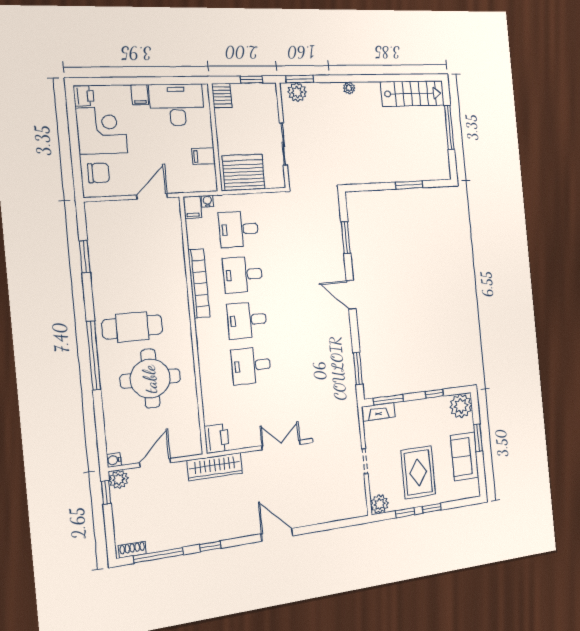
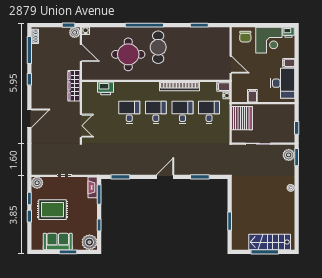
stairs: (413, 93) -> (270, 242), moved, turned 90
server rack: (222, 96) -> (287, 109), removed
printer: (217, 438) -> (106, 88), moved

